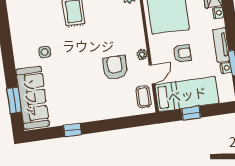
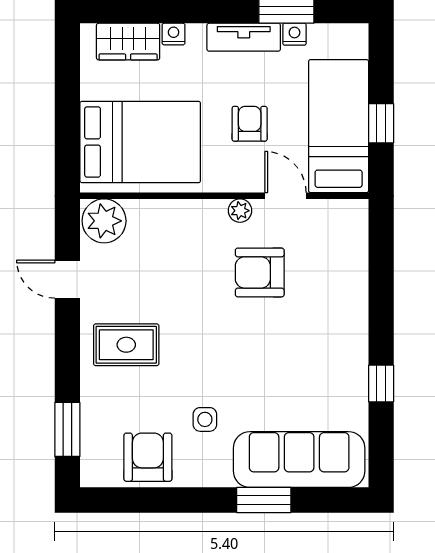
armchair: (24, 29) -> (148, 457), added
coffee table: (143, 97) -> (332, 221), removed
window: (14, 100) -> (264, 500), moved

